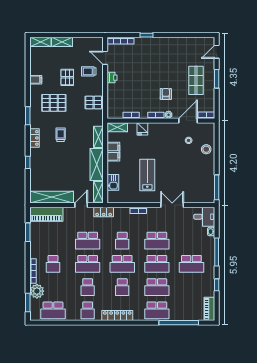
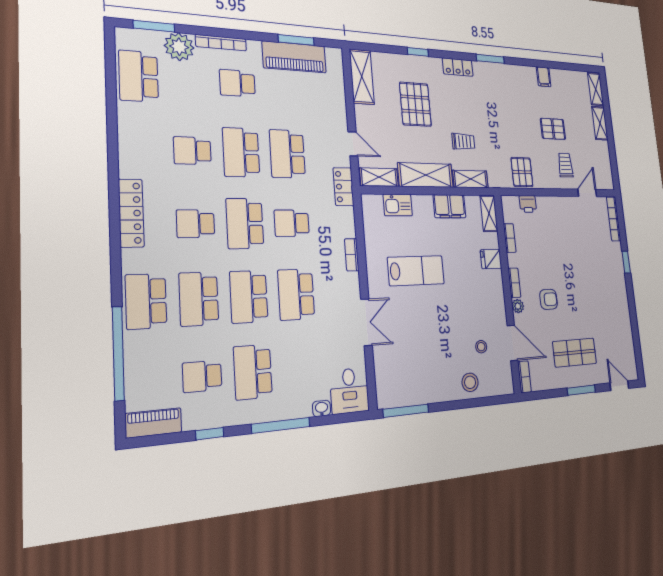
printer: (112, 78) -> (528, 204), moved
pallet: (54, 103) -> (415, 104), moved
trolley: (61, 135) -> (463, 142), moved
shelving: (52, 197) -> (362, 77), width x0.68
piano: (46, 214) -> (294, 57), moved, turned -90
school desk: (88, 310) -> (202, 376), moved

